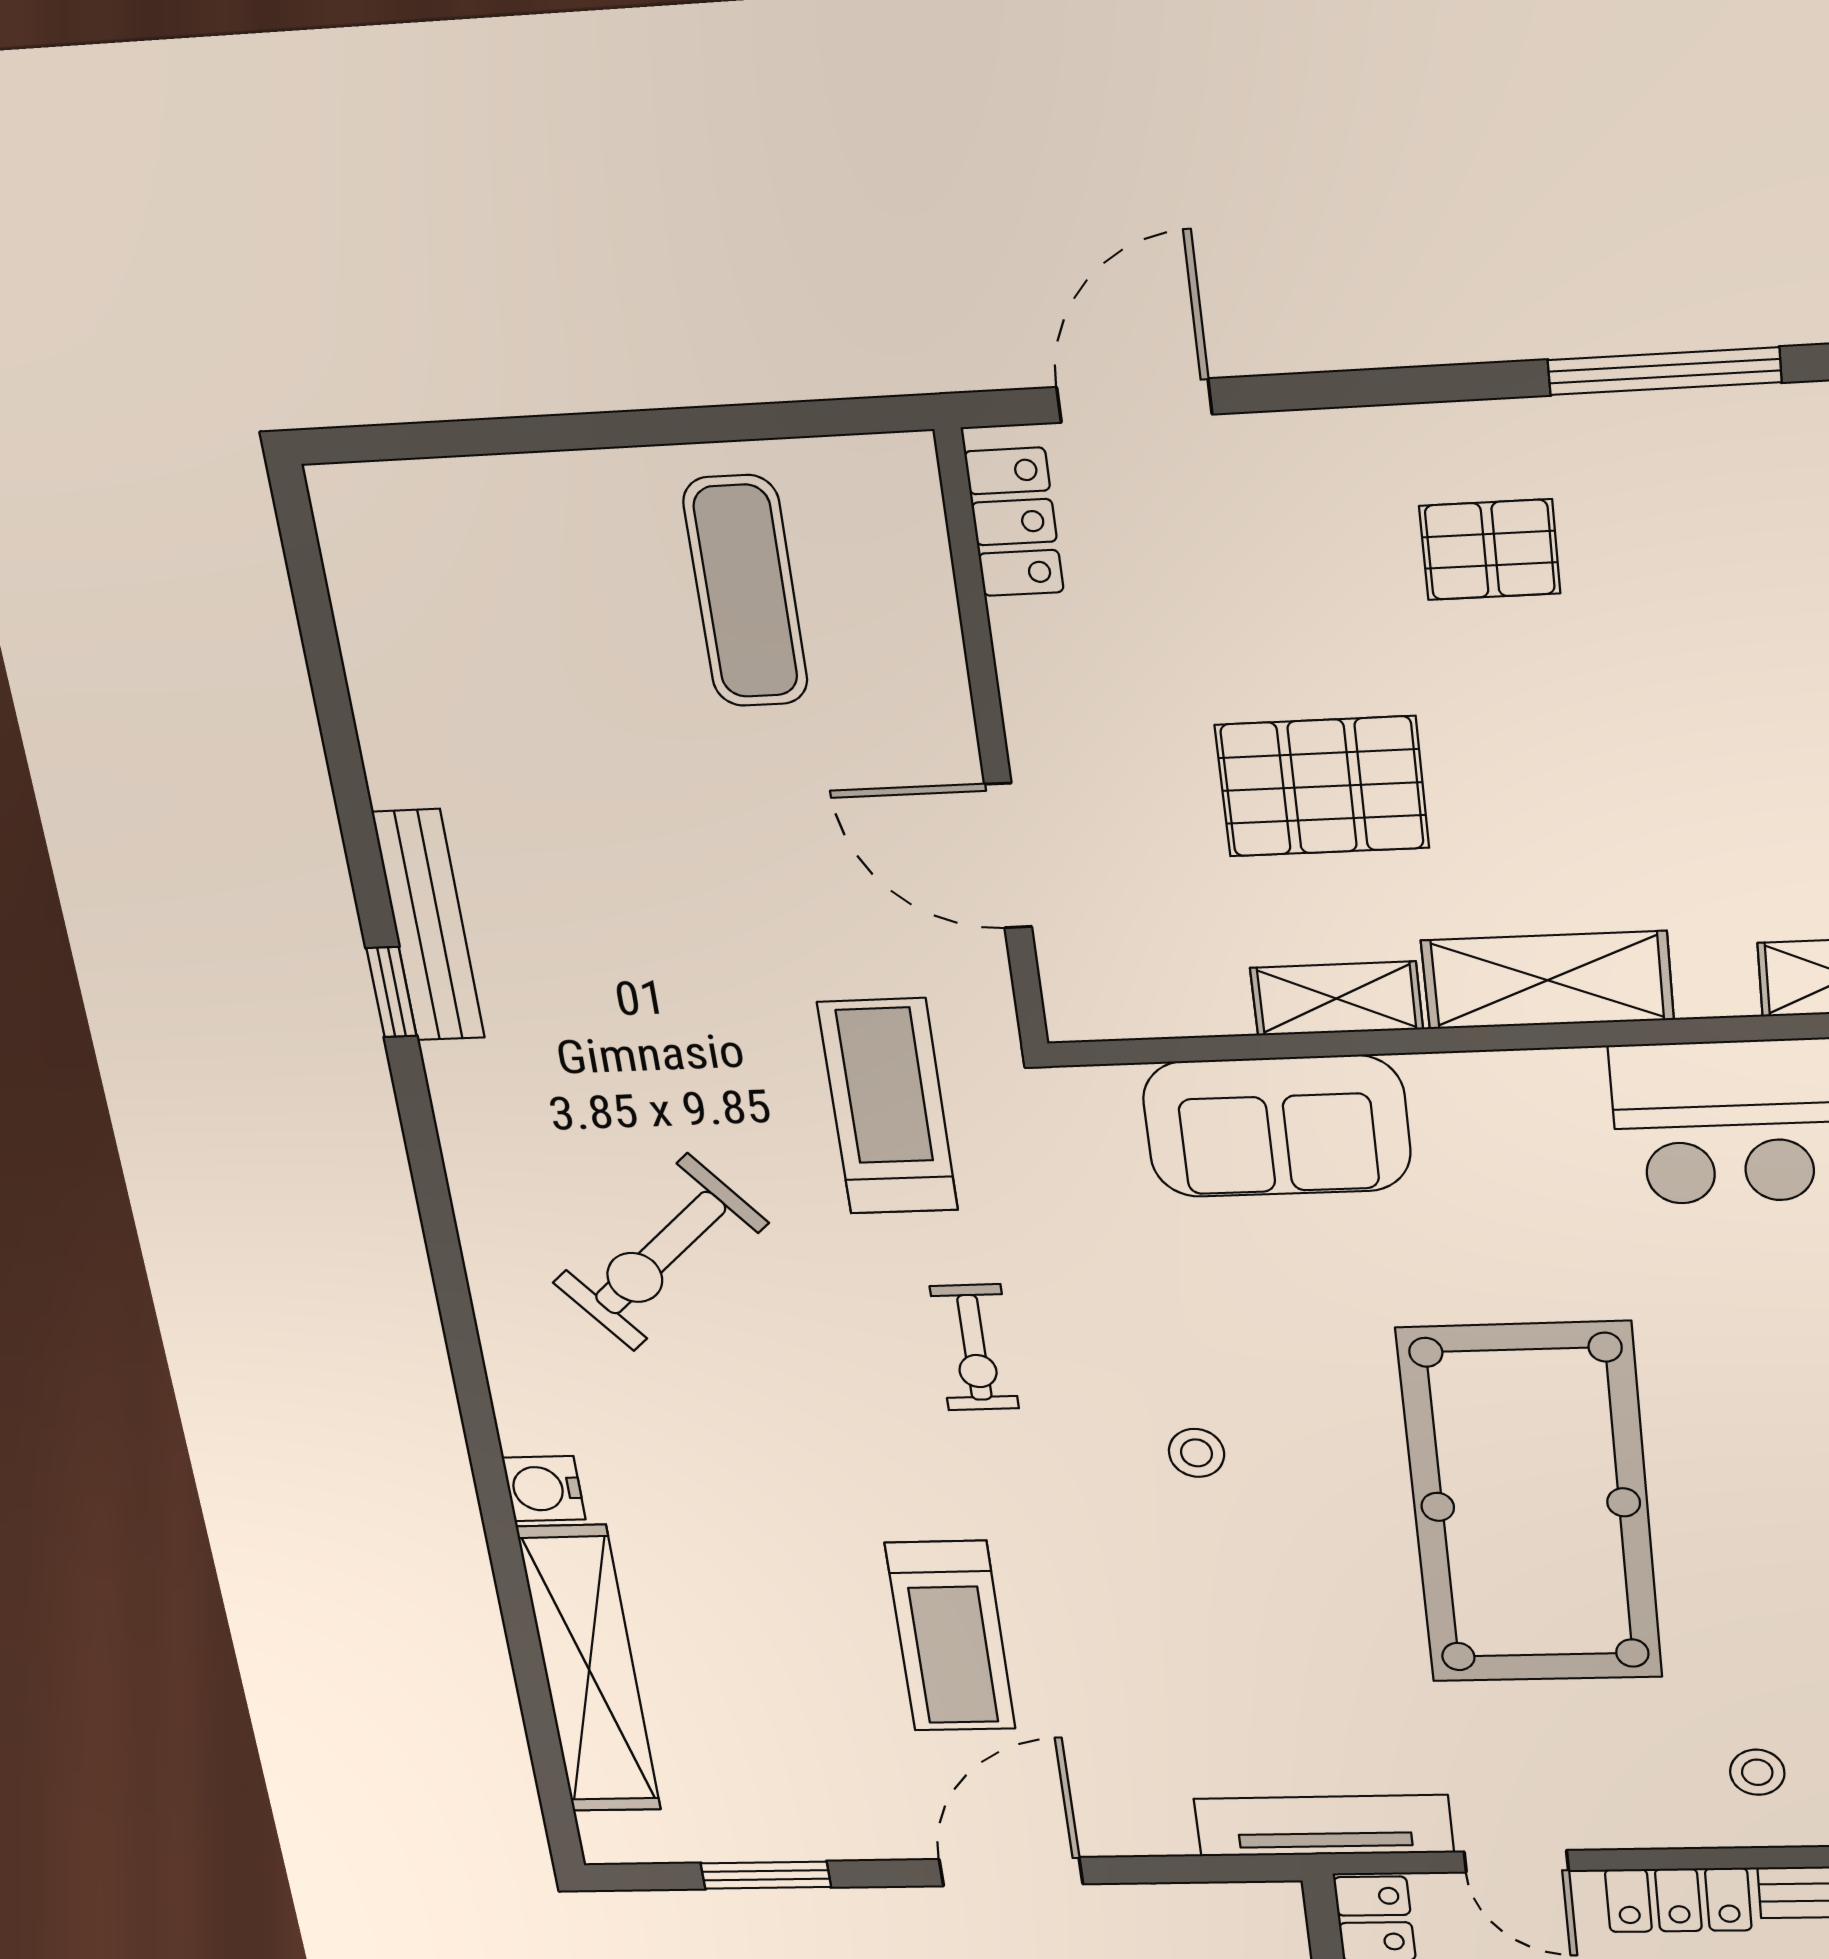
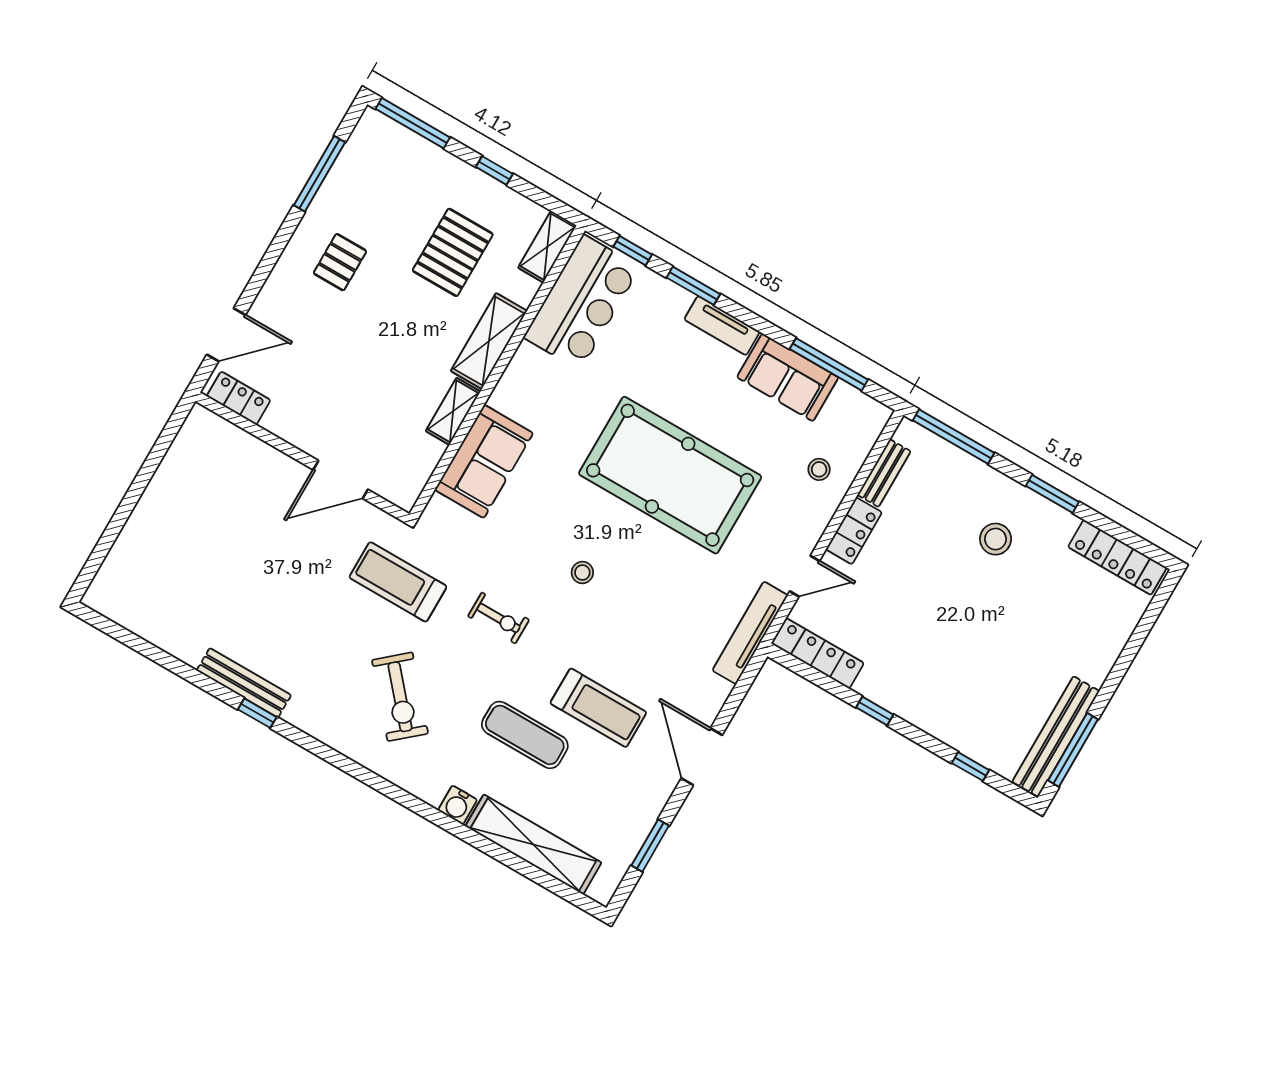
door: (1134, 401) -> (226, 335), swing flipped
exercise mat: (746, 591) -> (525, 735), moved
pallet: (1322, 787) -> (453, 252), moved

